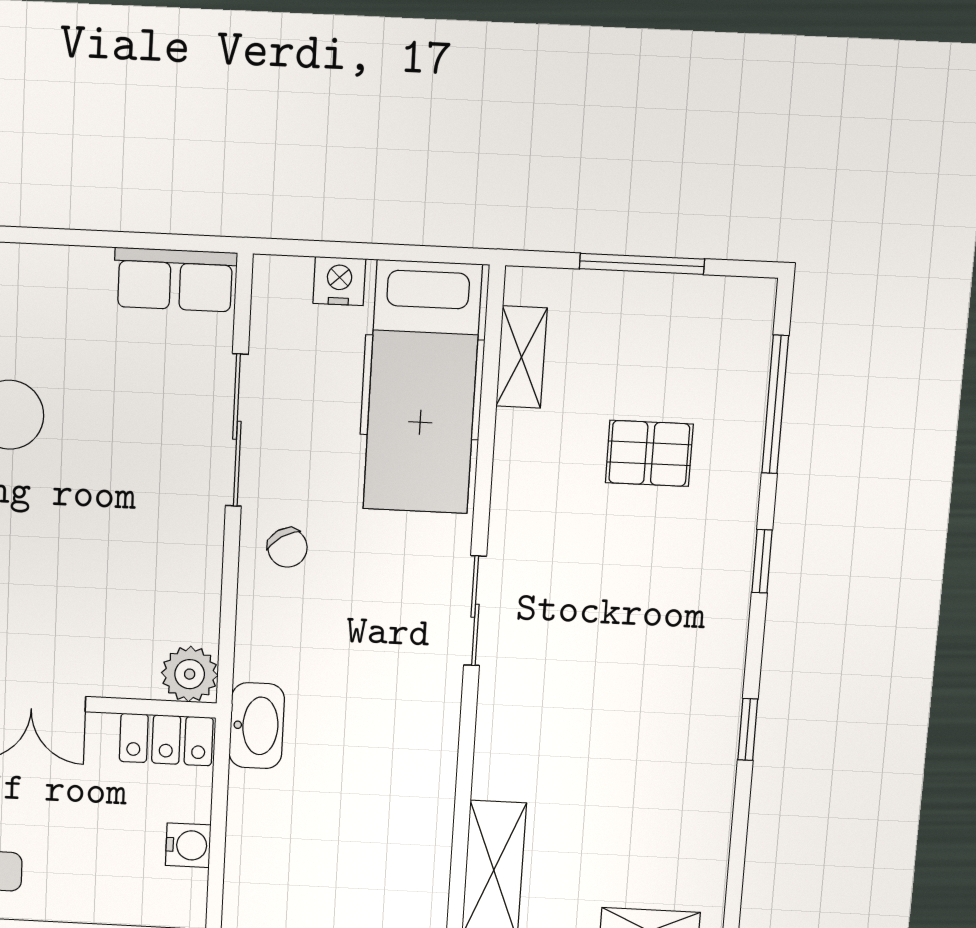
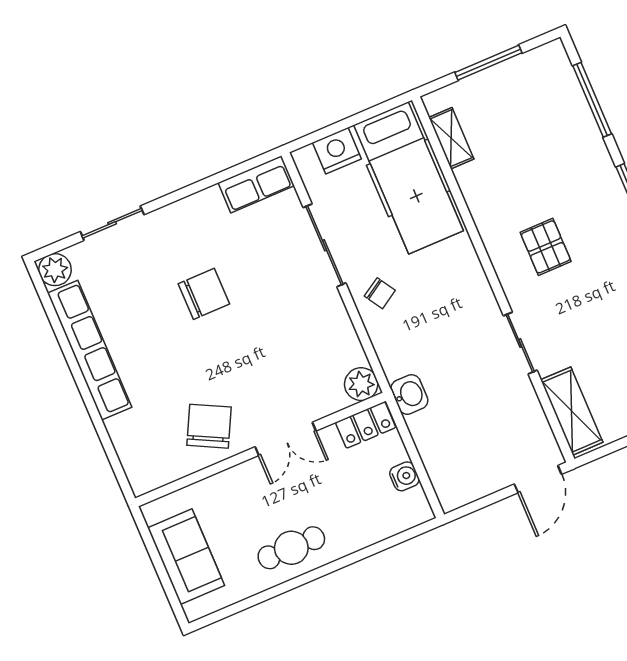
nightstand: (339, 281) -> (337, 151), width x1.36, depth x1.33
pallet: (649, 453) -> (546, 247), moved, turned 90
sliding door: (475, 611) -> (520, 343), moved
washbasin: (257, 726) -> (409, 394), width x0.72

